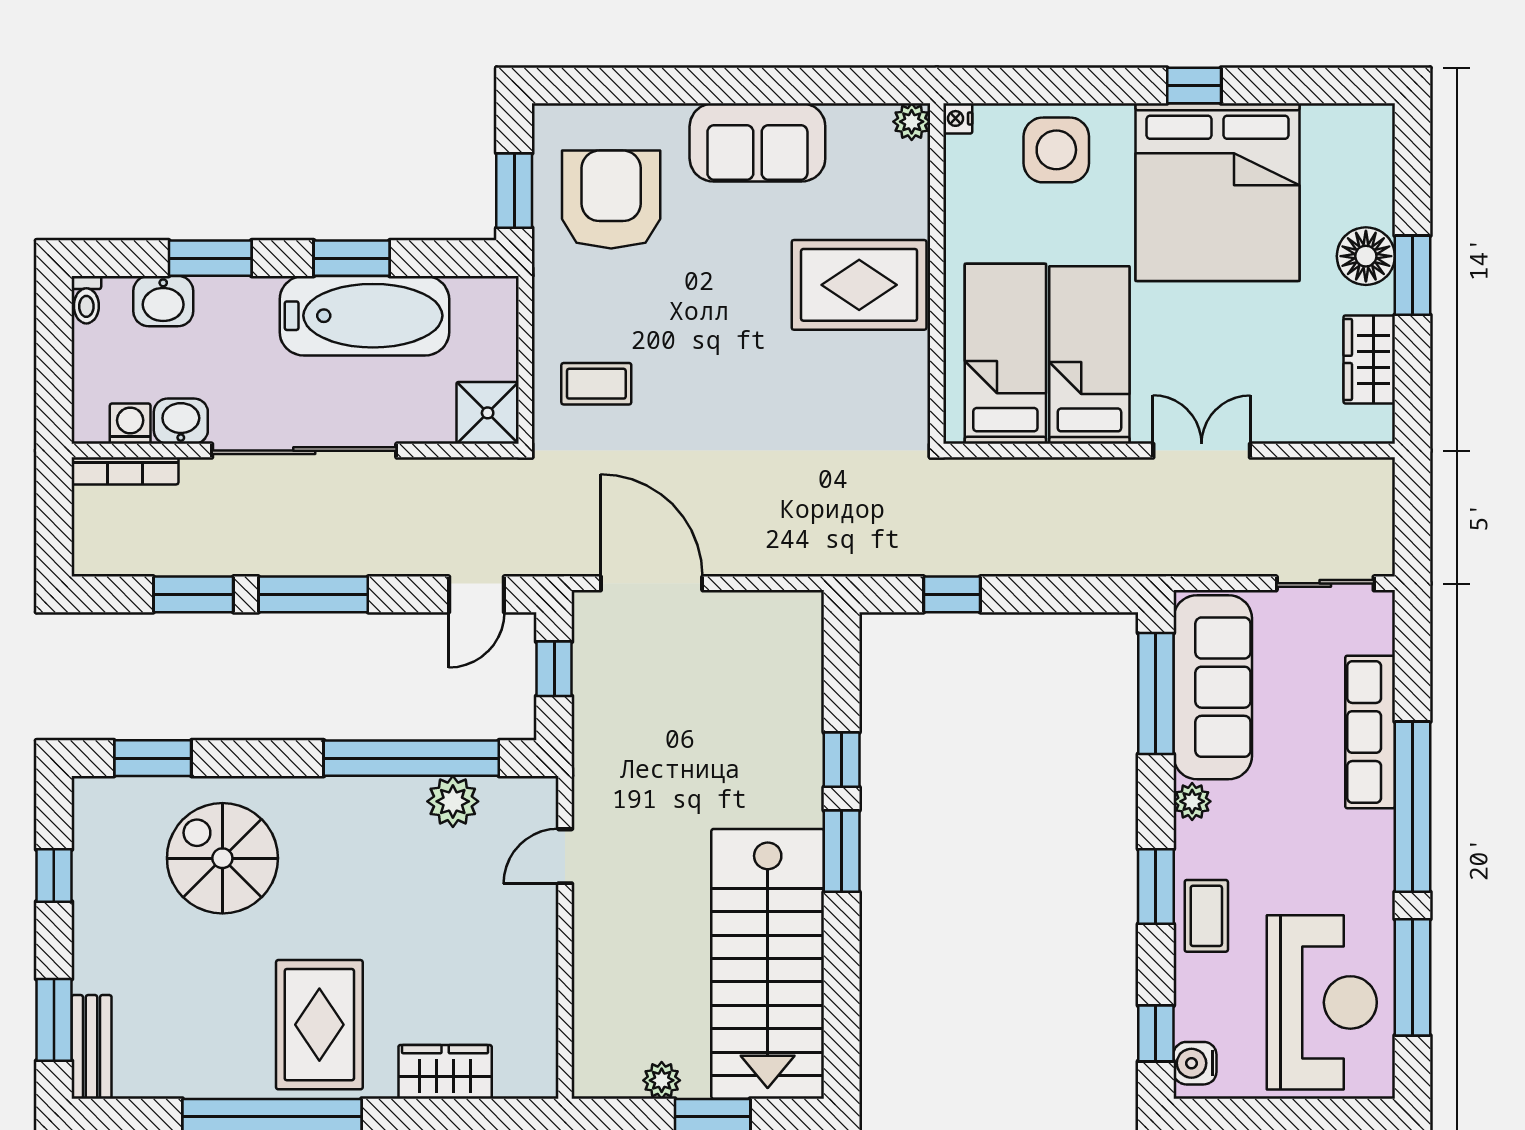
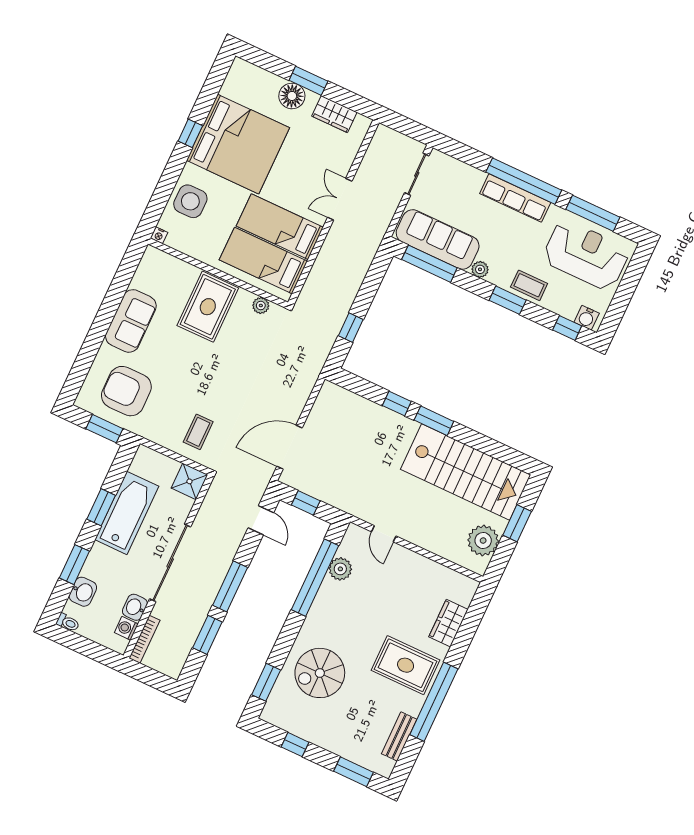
plant: (912, 122) -> (261, 306), moved
row of seats: (1370, 732) -> (515, 198), moved
bench: (92, 1047) -> (399, 736), moved, turned 90
plant: (662, 1080) -> (483, 541), width x1.87, depth x1.87

